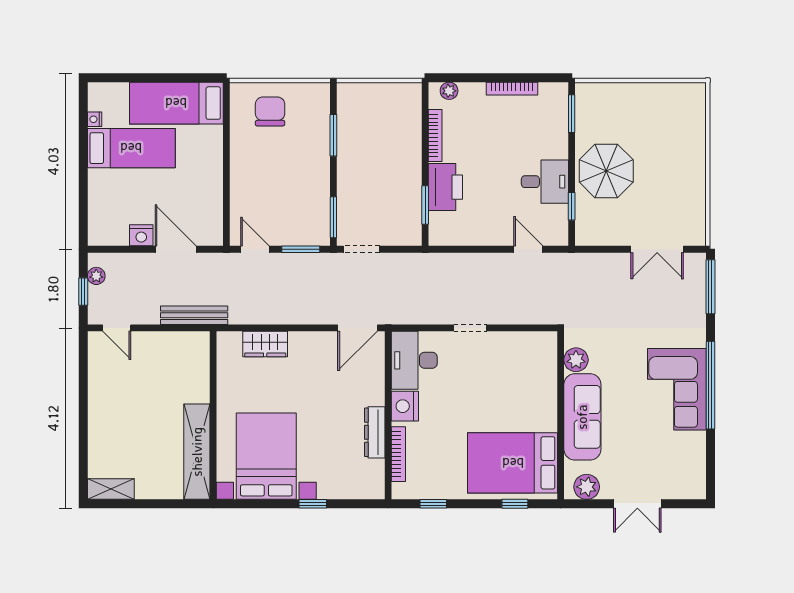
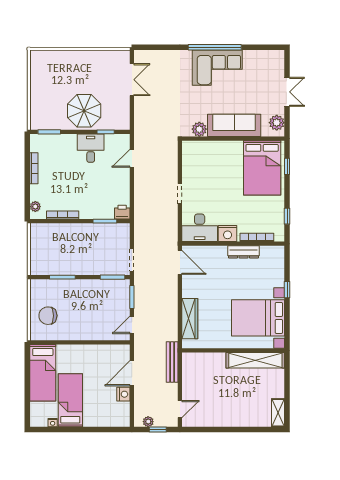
printer: (445, 187) -> (122, 212), moved, width x0.53, depth x0.68
window: (710, 287) -> (155, 47), removed
wardrobe: (265, 344) -> (190, 319), width x1.50

